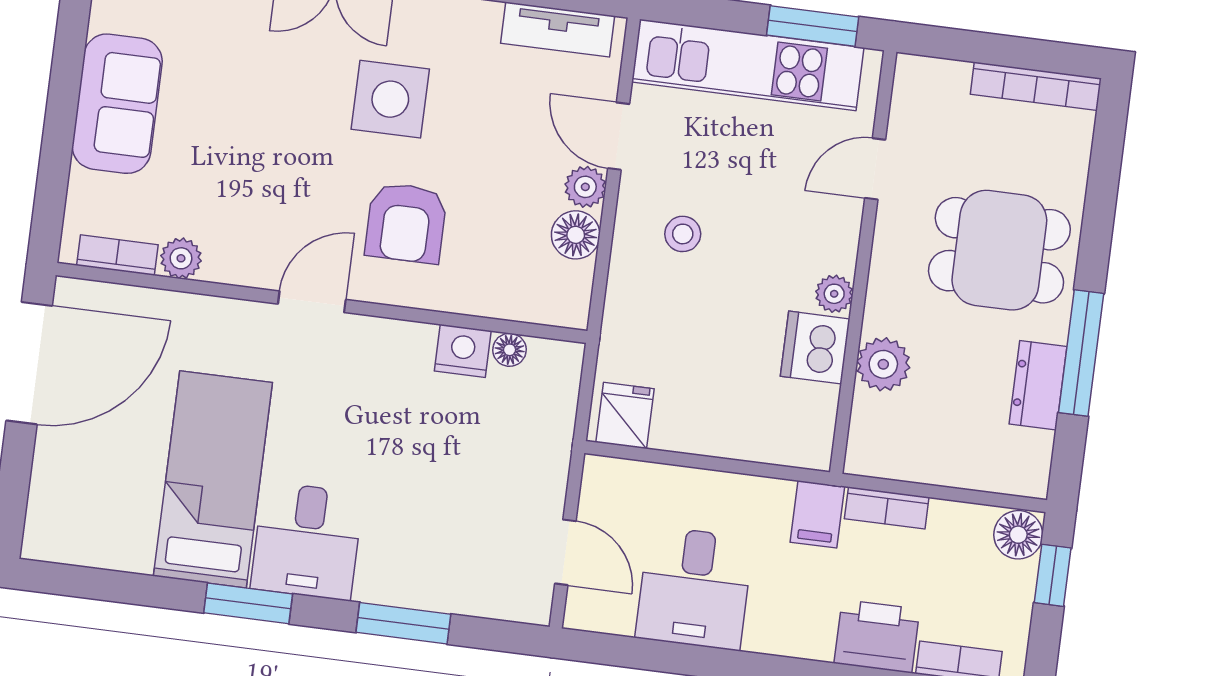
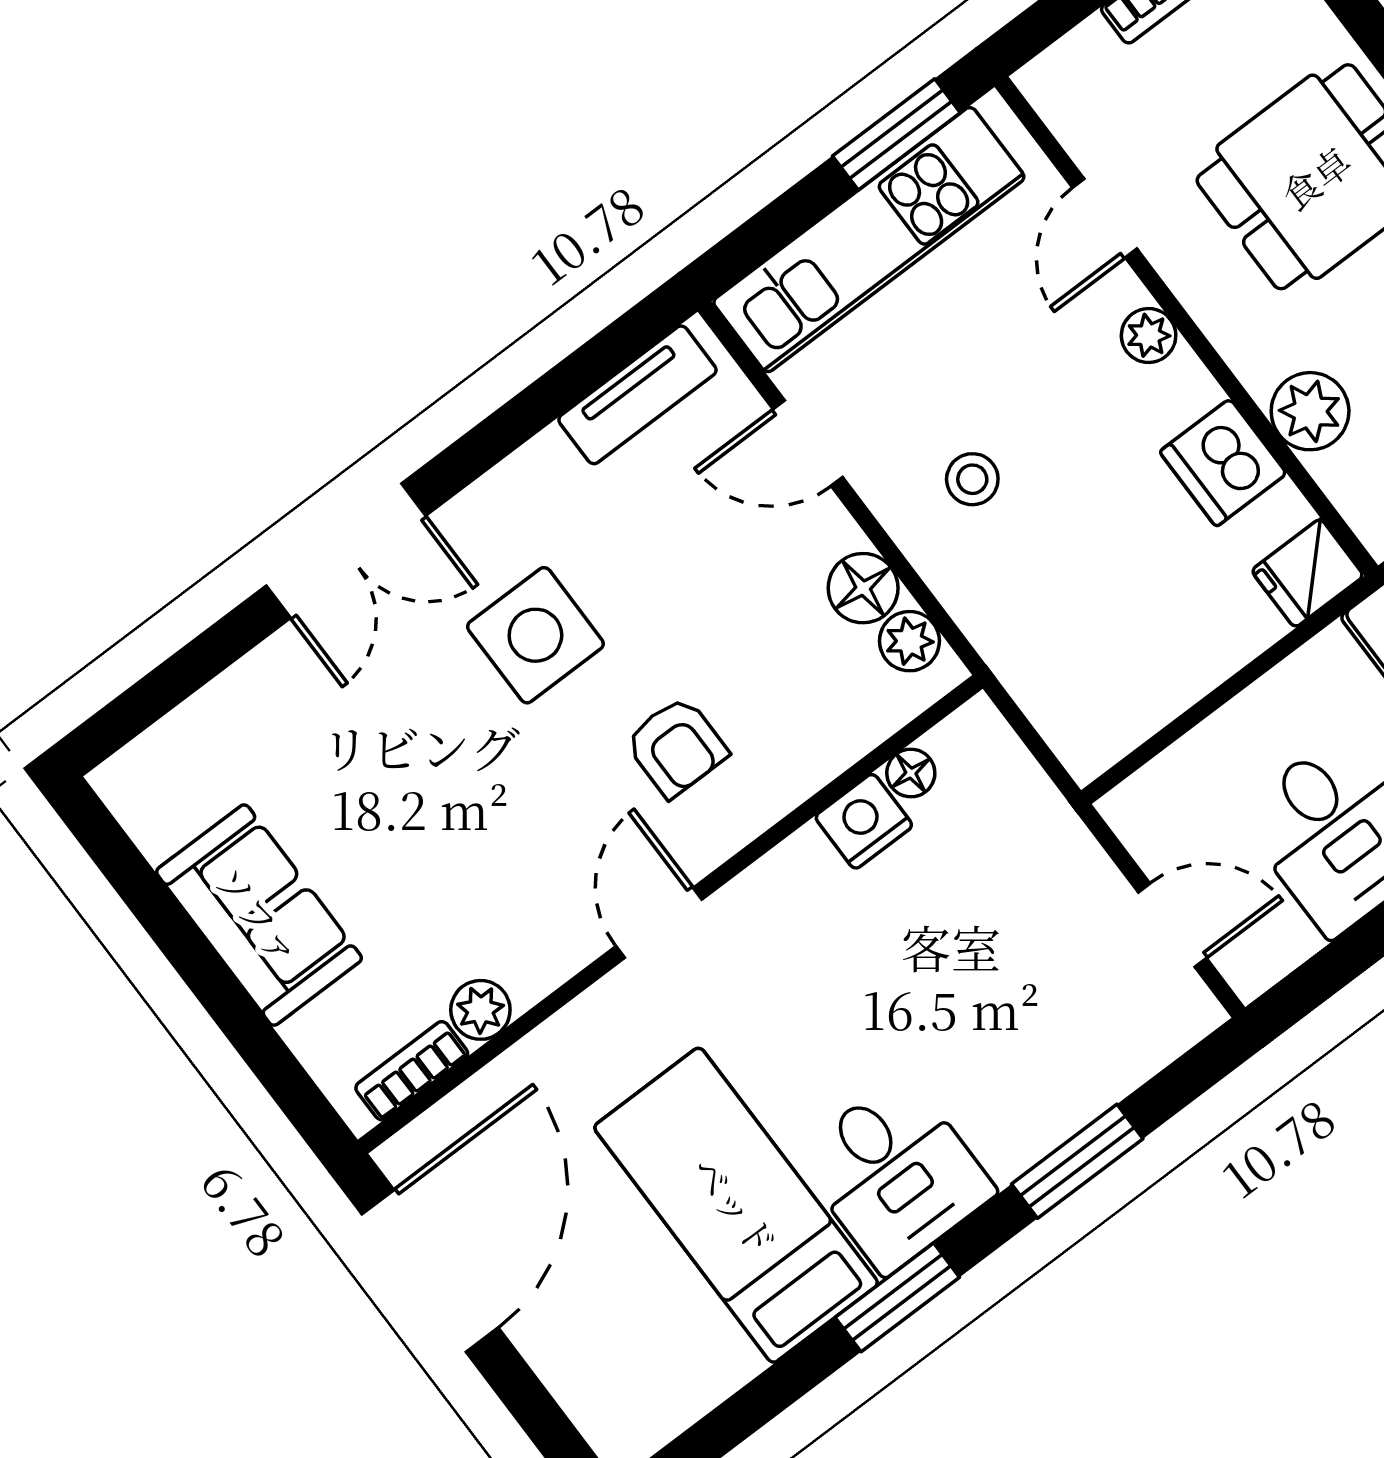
plant: (585, 187) -> (909, 641), moved
armchair: (406, 223) -> (676, 747), width x0.72, depth x0.72
plant: (834, 294) -> (1149, 335), moved
fridge: (625, 416) -> (1308, 573), moved, turned -90

